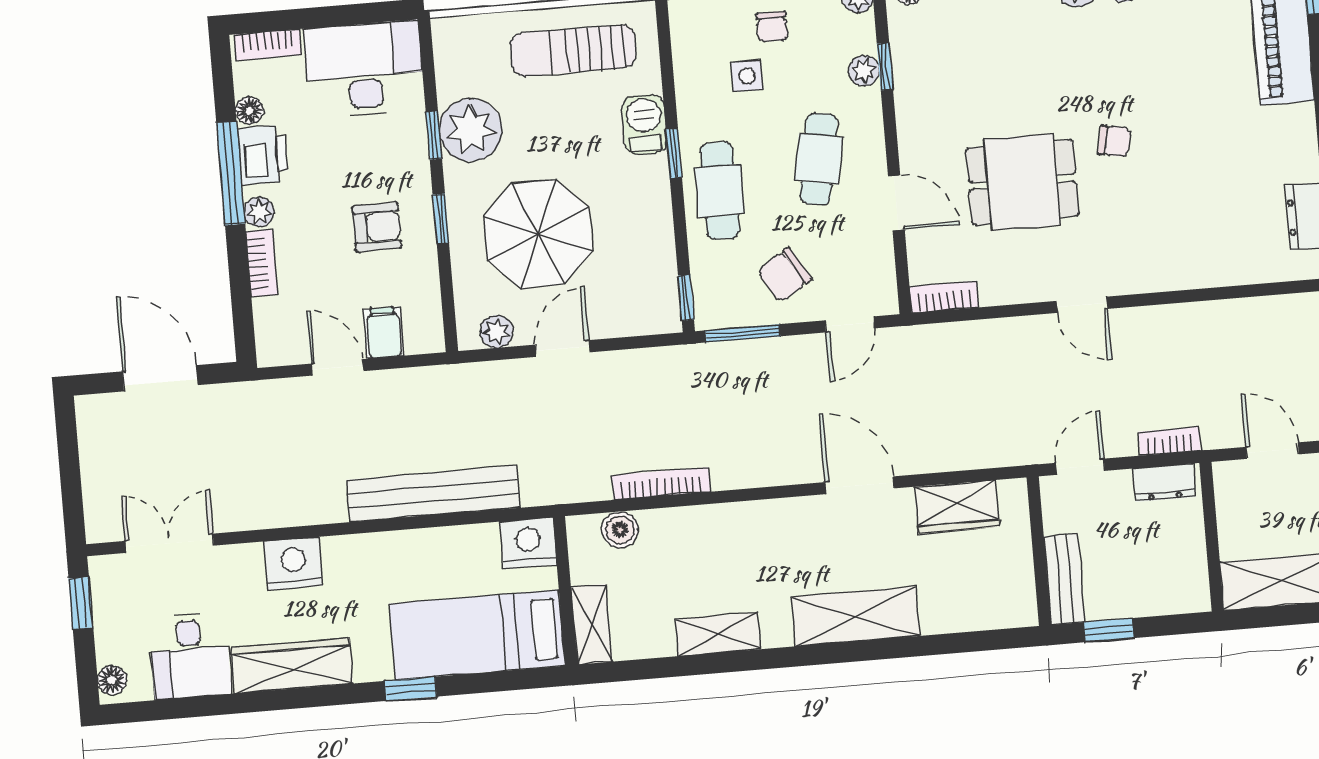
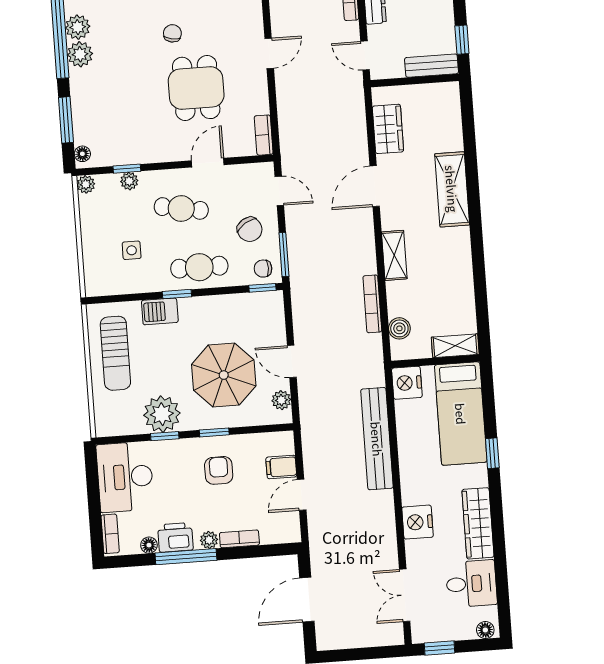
chair: (772, 27) -> (263, 269), moved, turned 180
shelving: (718, 634) -> (394, 255), moved

